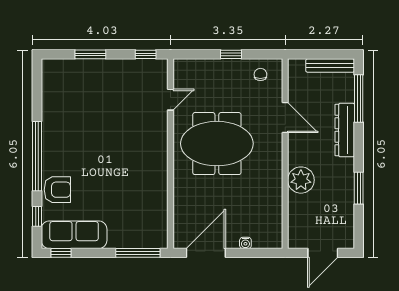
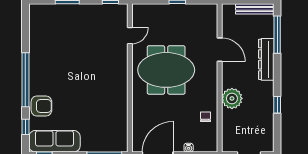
chair: (260, 74) -> (205, 117), moved
window: (359, 188) -> (277, 105), width x0.67

